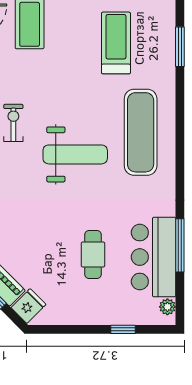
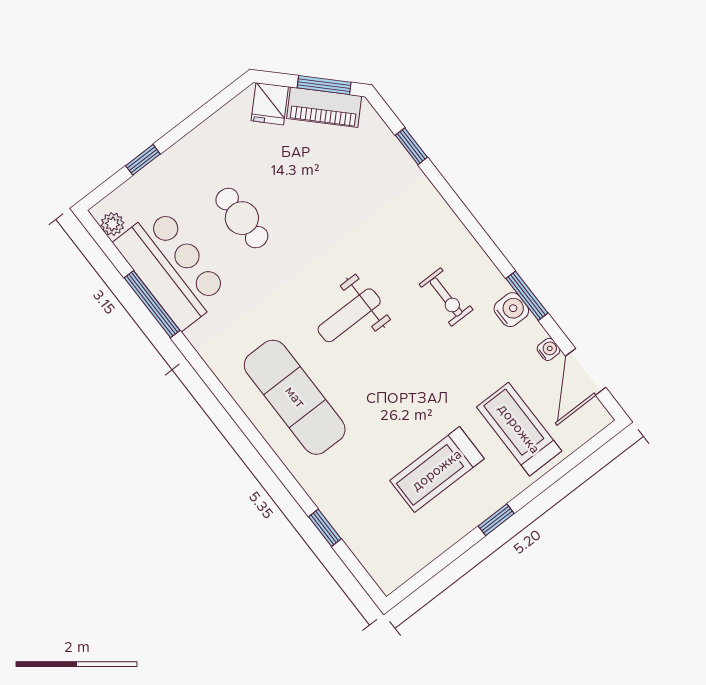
treadmill: (116, 43) -> (437, 470), moved, turned 90
window: (180, 47) -> (325, 528), width x0.67
weight bench: (75, 154) -> (349, 315), width x0.73, depth x0.75

